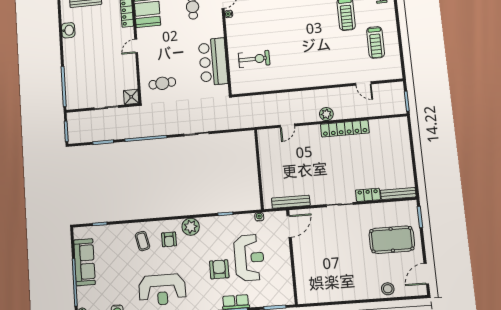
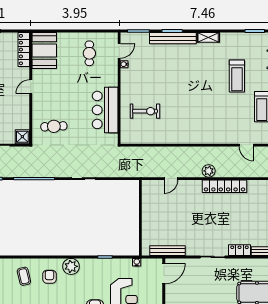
armchair: (169, 239) -> (49, 277), turned 180

